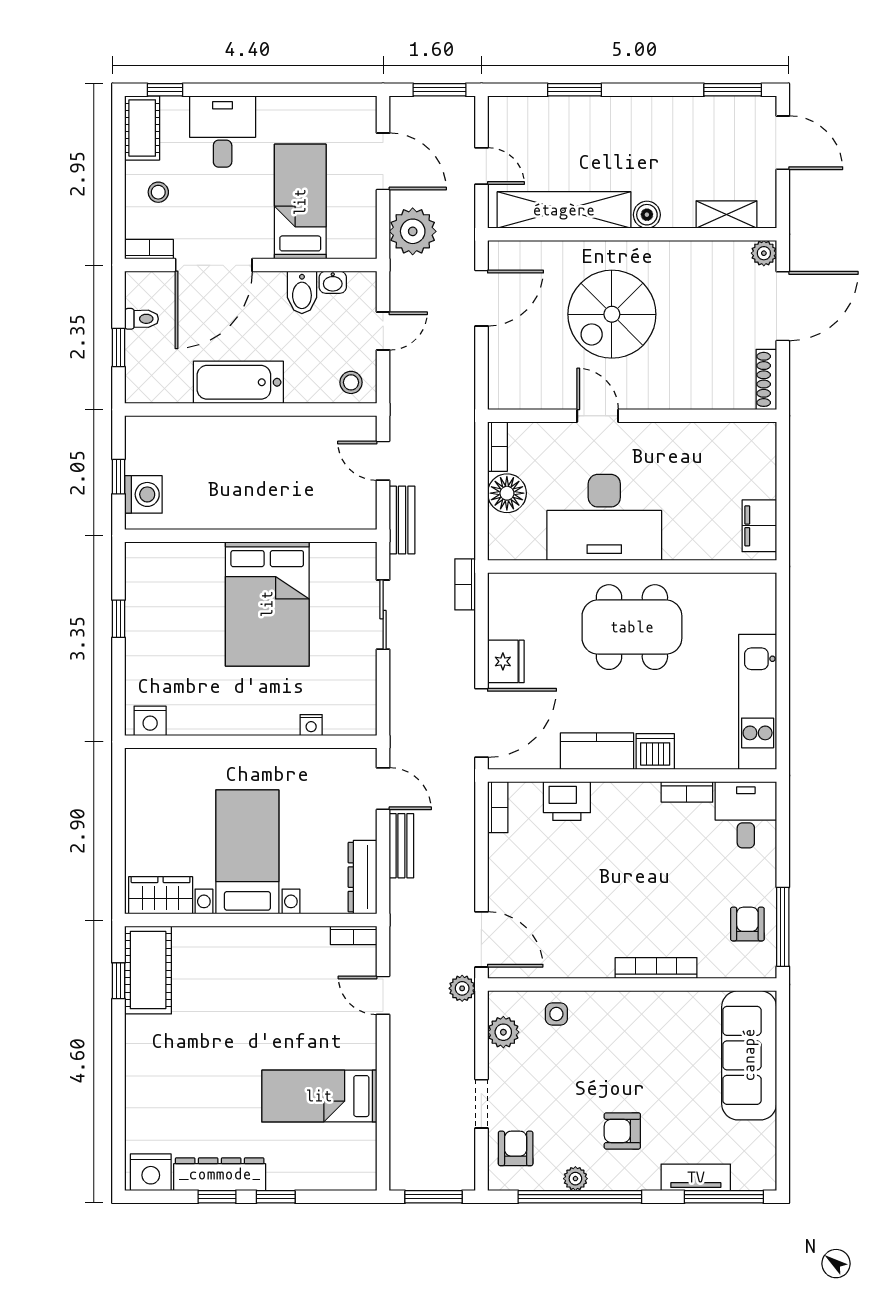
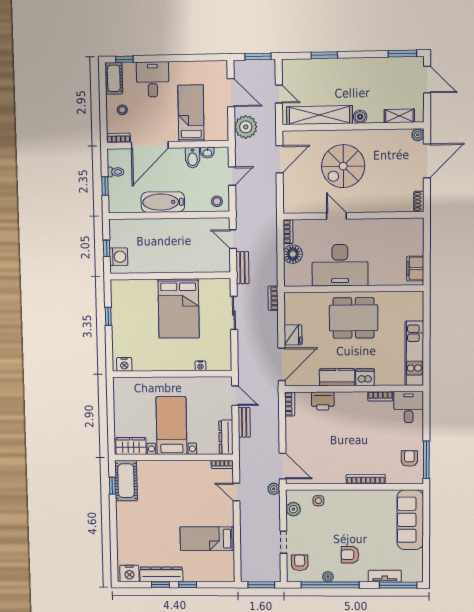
shoe rack: (766, 379) -> (419, 201), width x0.70

